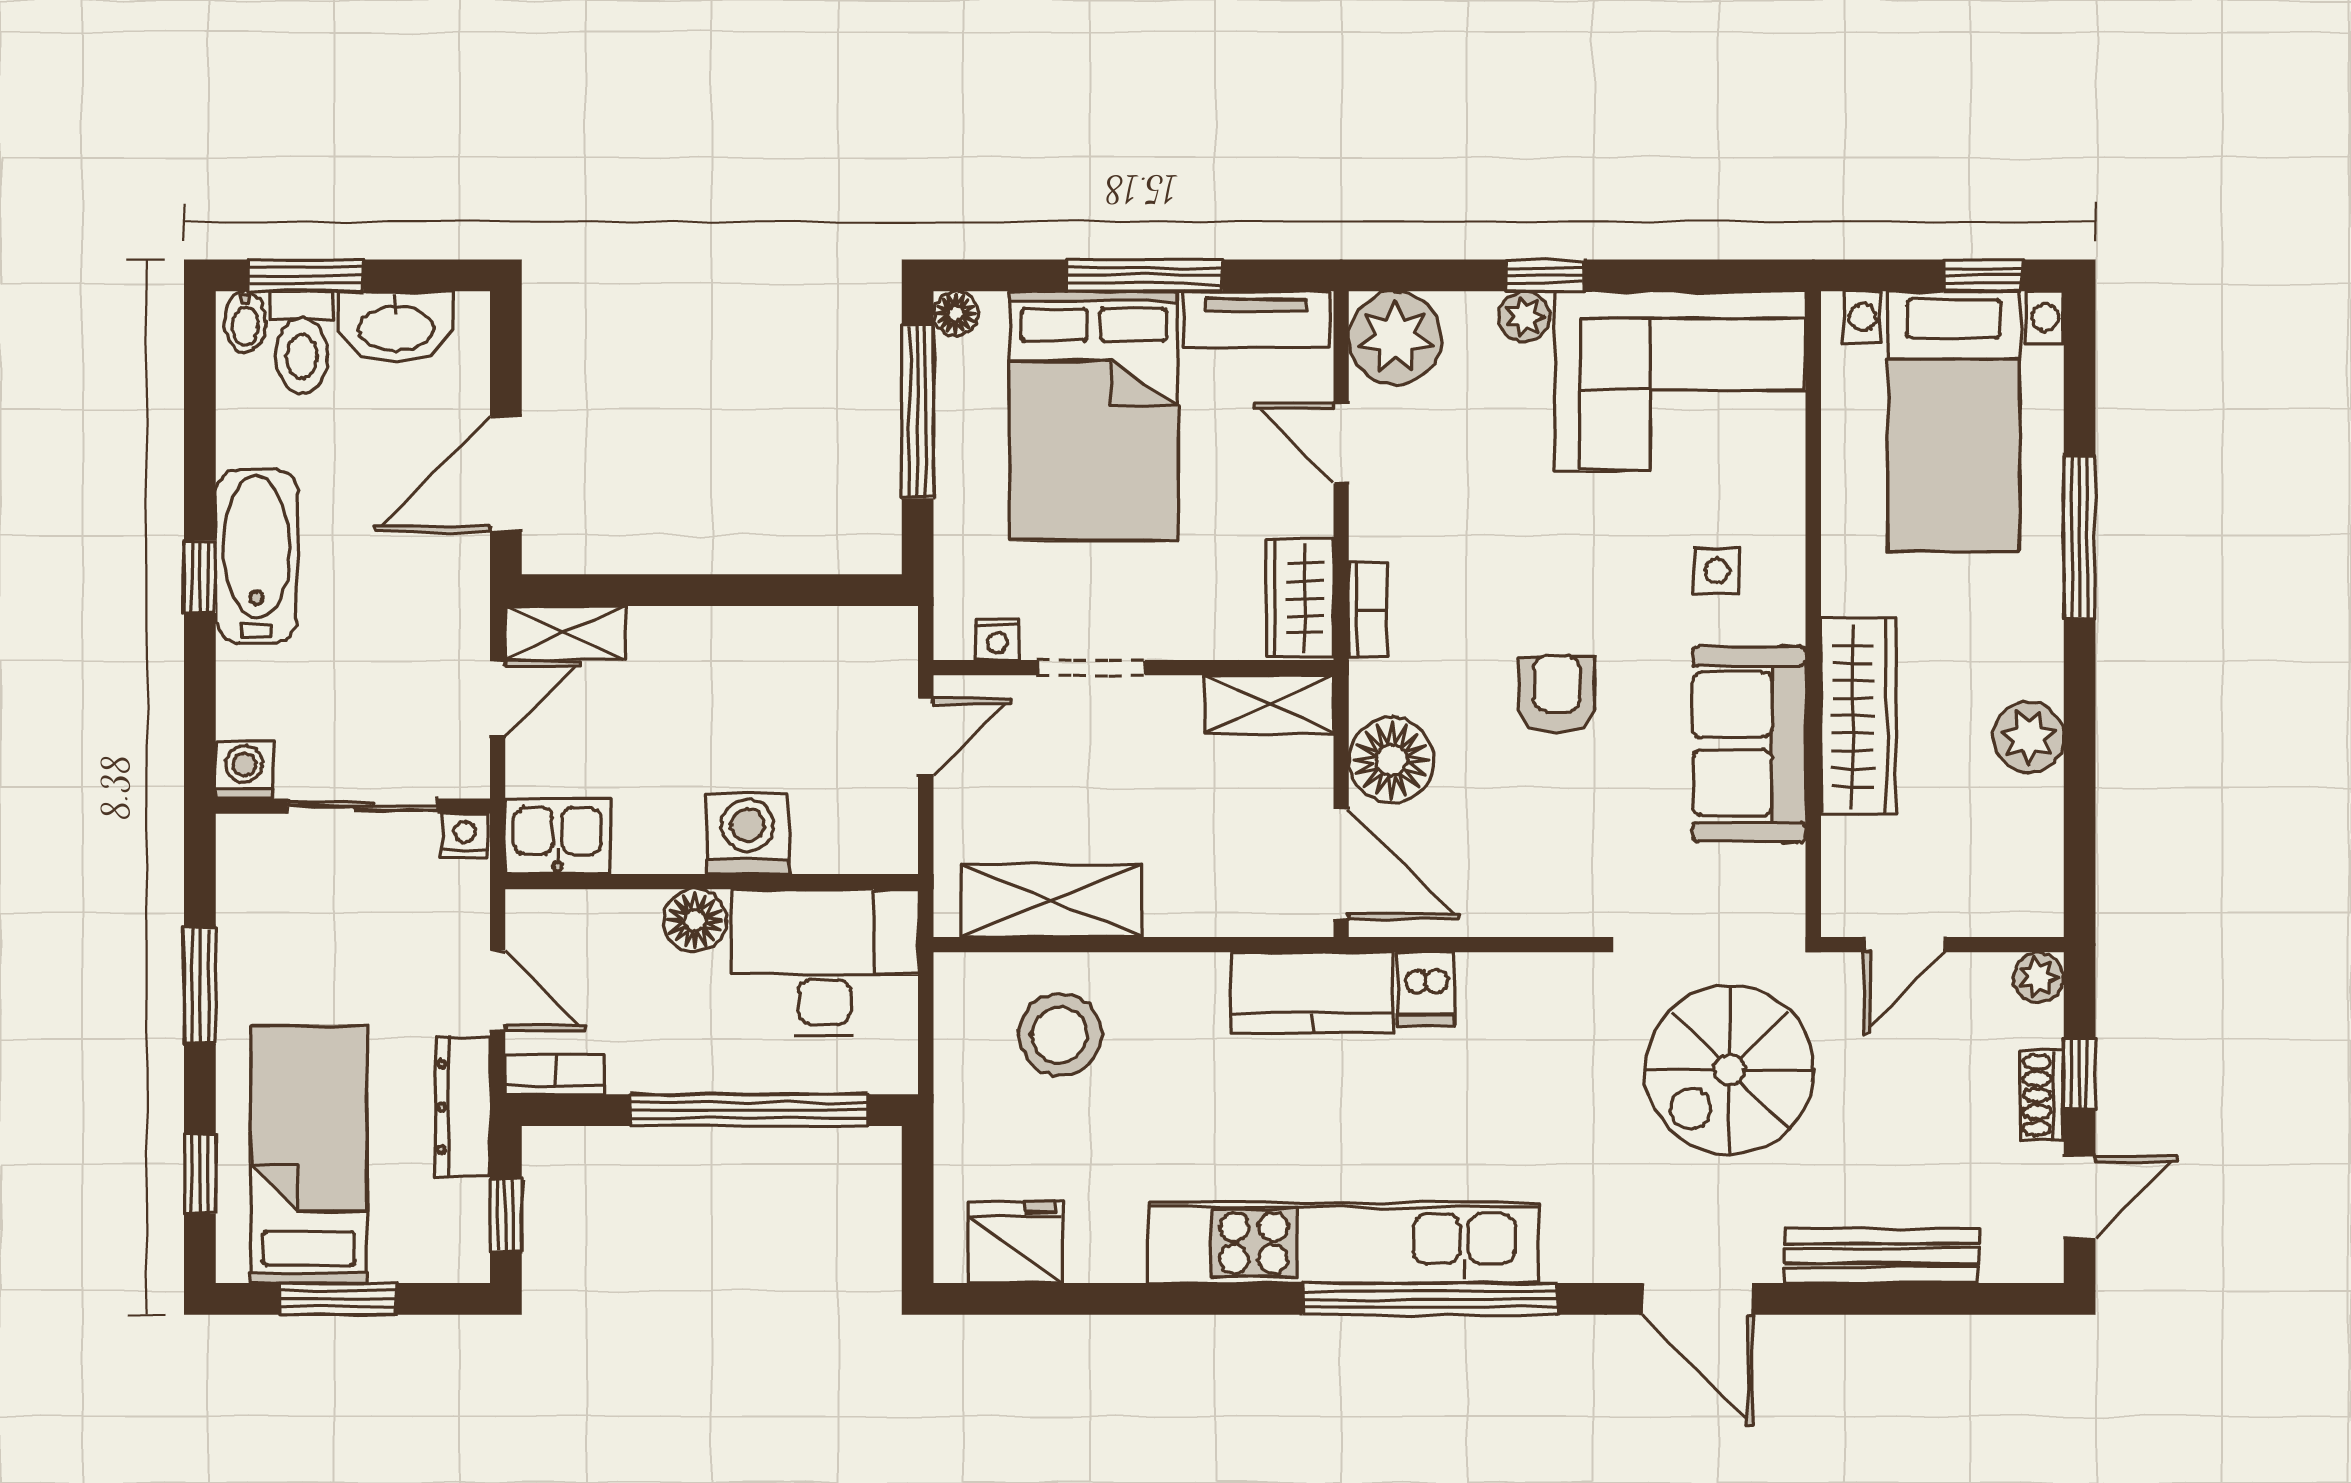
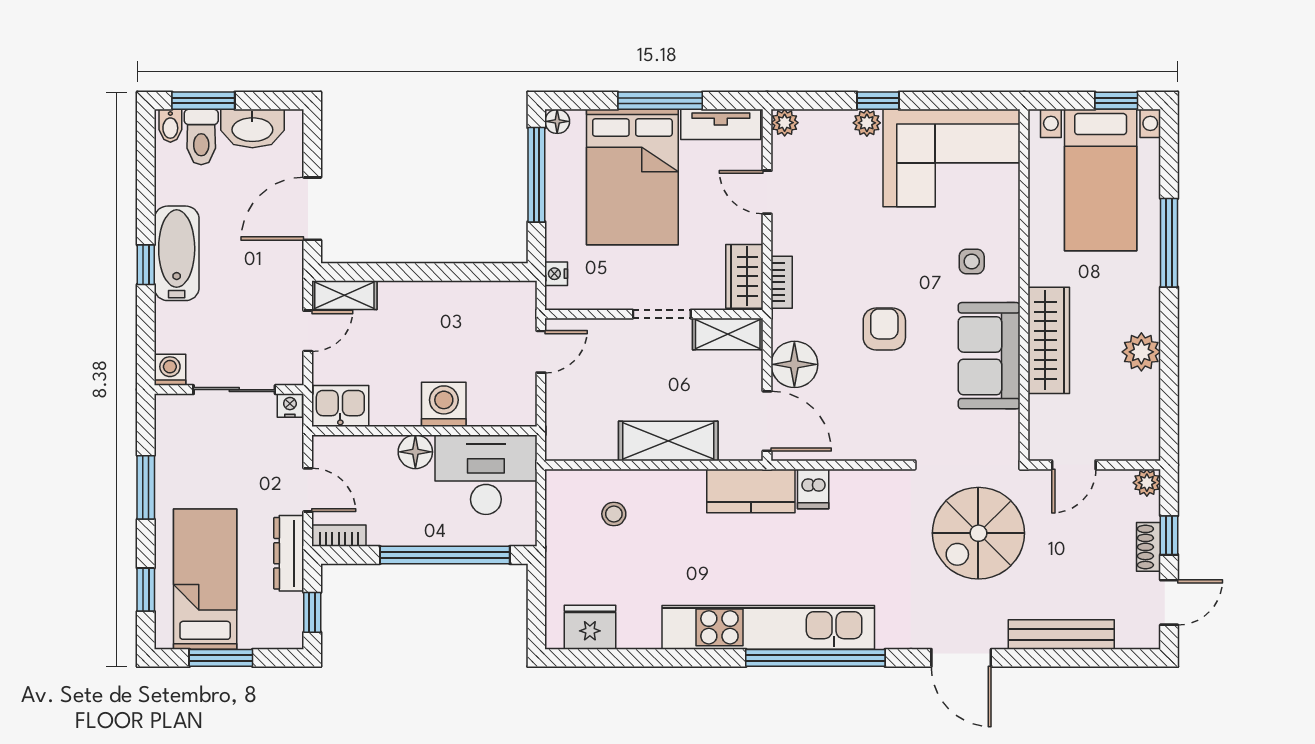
plant: (1395, 338) -> (785, 123), width x0.53, depth x0.53
nightstand: (997, 639) -> (556, 274), moved, turned 90
doorway: (1091, 668) -> (662, 314), moved
shelving: (1052, 901) -> (668, 441), moved
stool: (1060, 1035) -> (614, 514), width x0.53, depth x0.53

